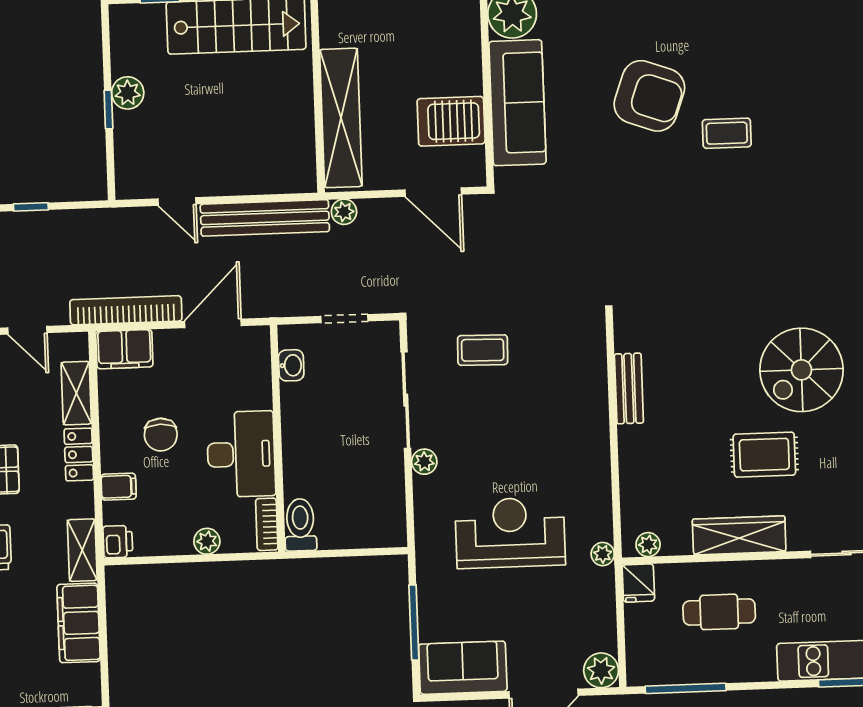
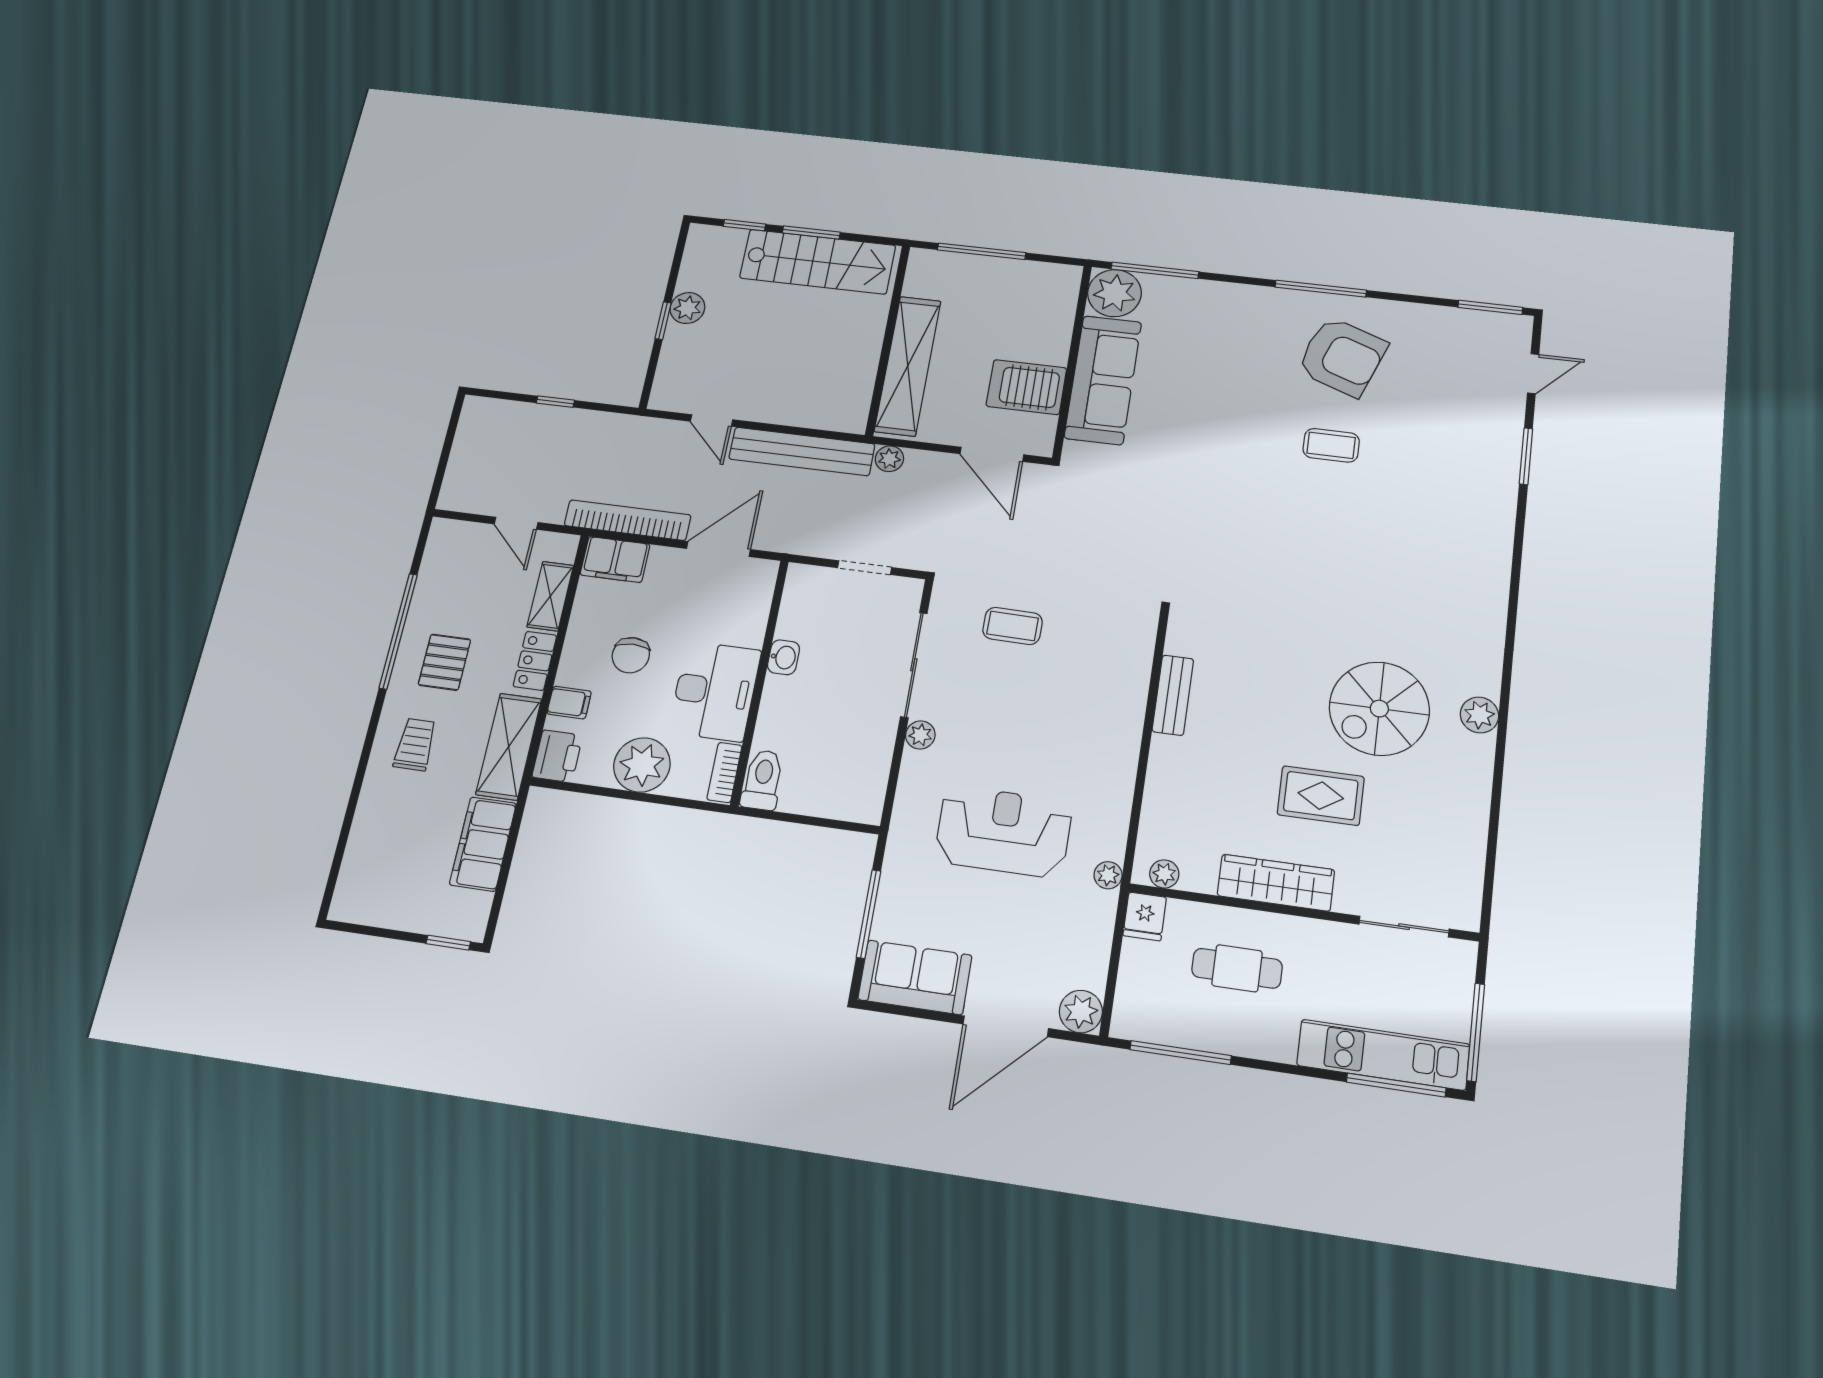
armchair: (649, 96) -> (1342, 357), moved
washbasin: (291, 365) -> (784, 657), moved
plant: (207, 541) -> (642, 765), width x1.88, depth x1.88
printer: (118, 542) -> (557, 756), width x1.36, depth x1.24
shelving: (82, 550) -> (509, 747), width x1.50, depth x1.33

